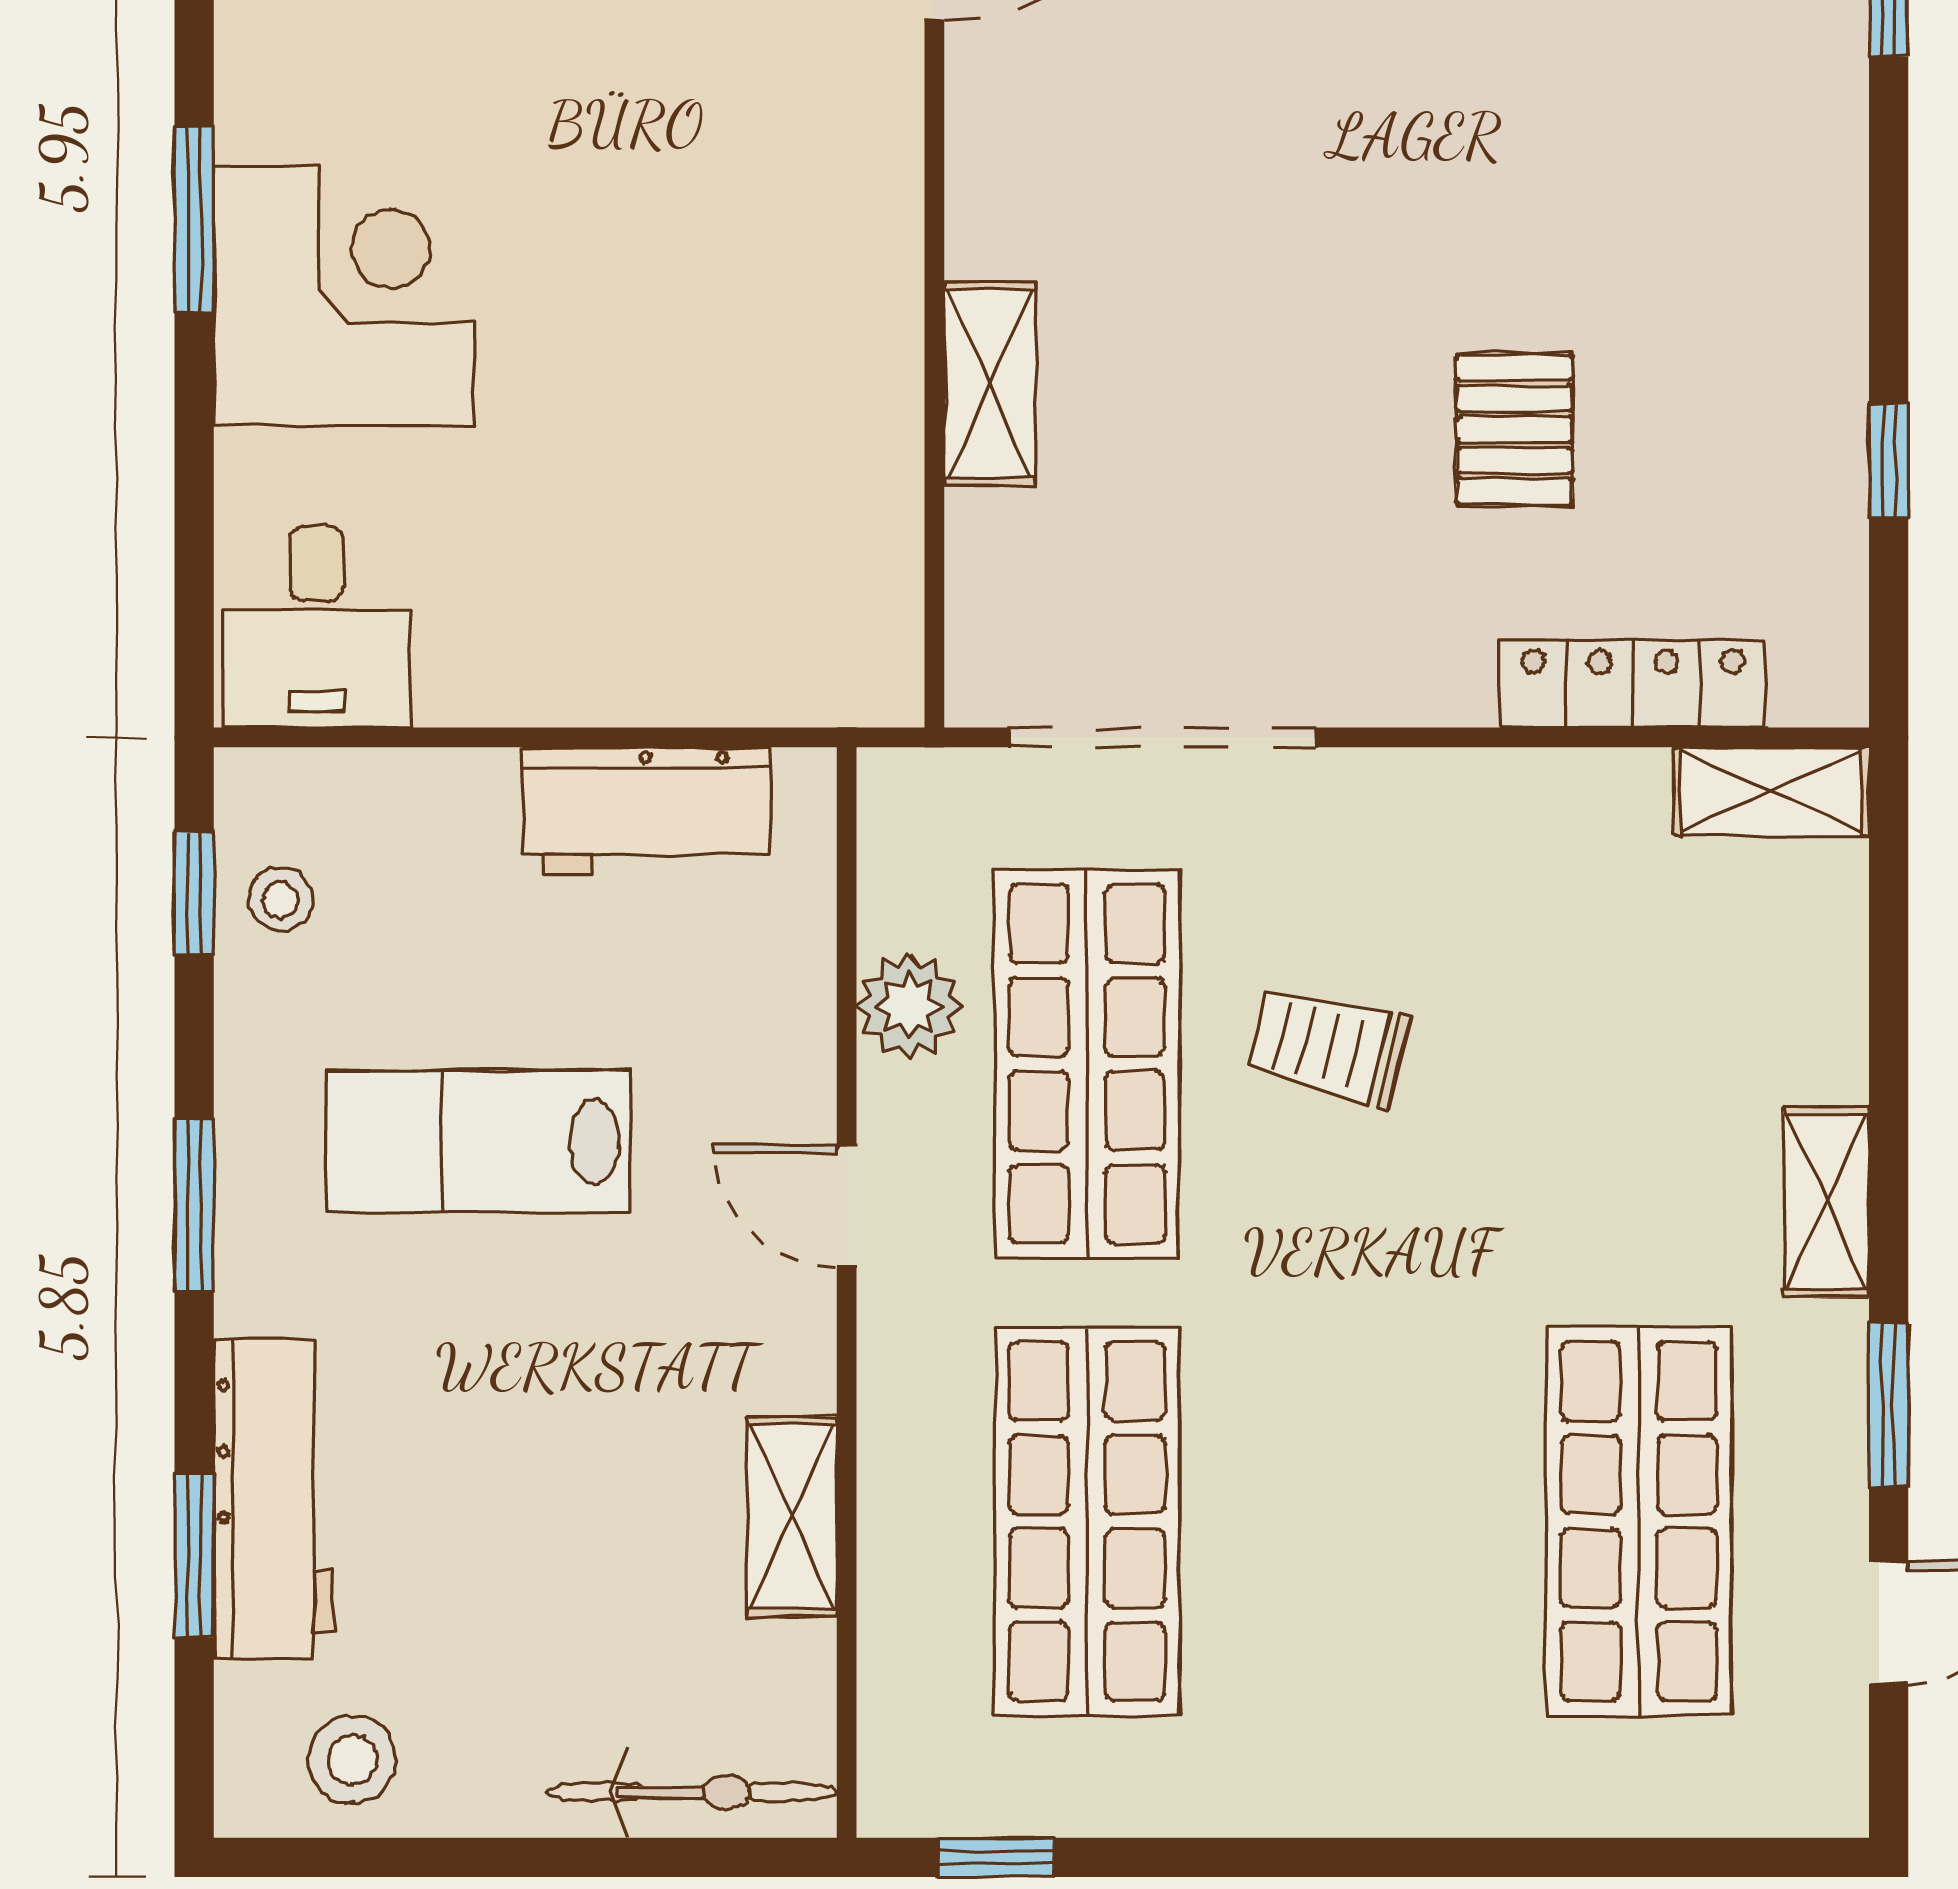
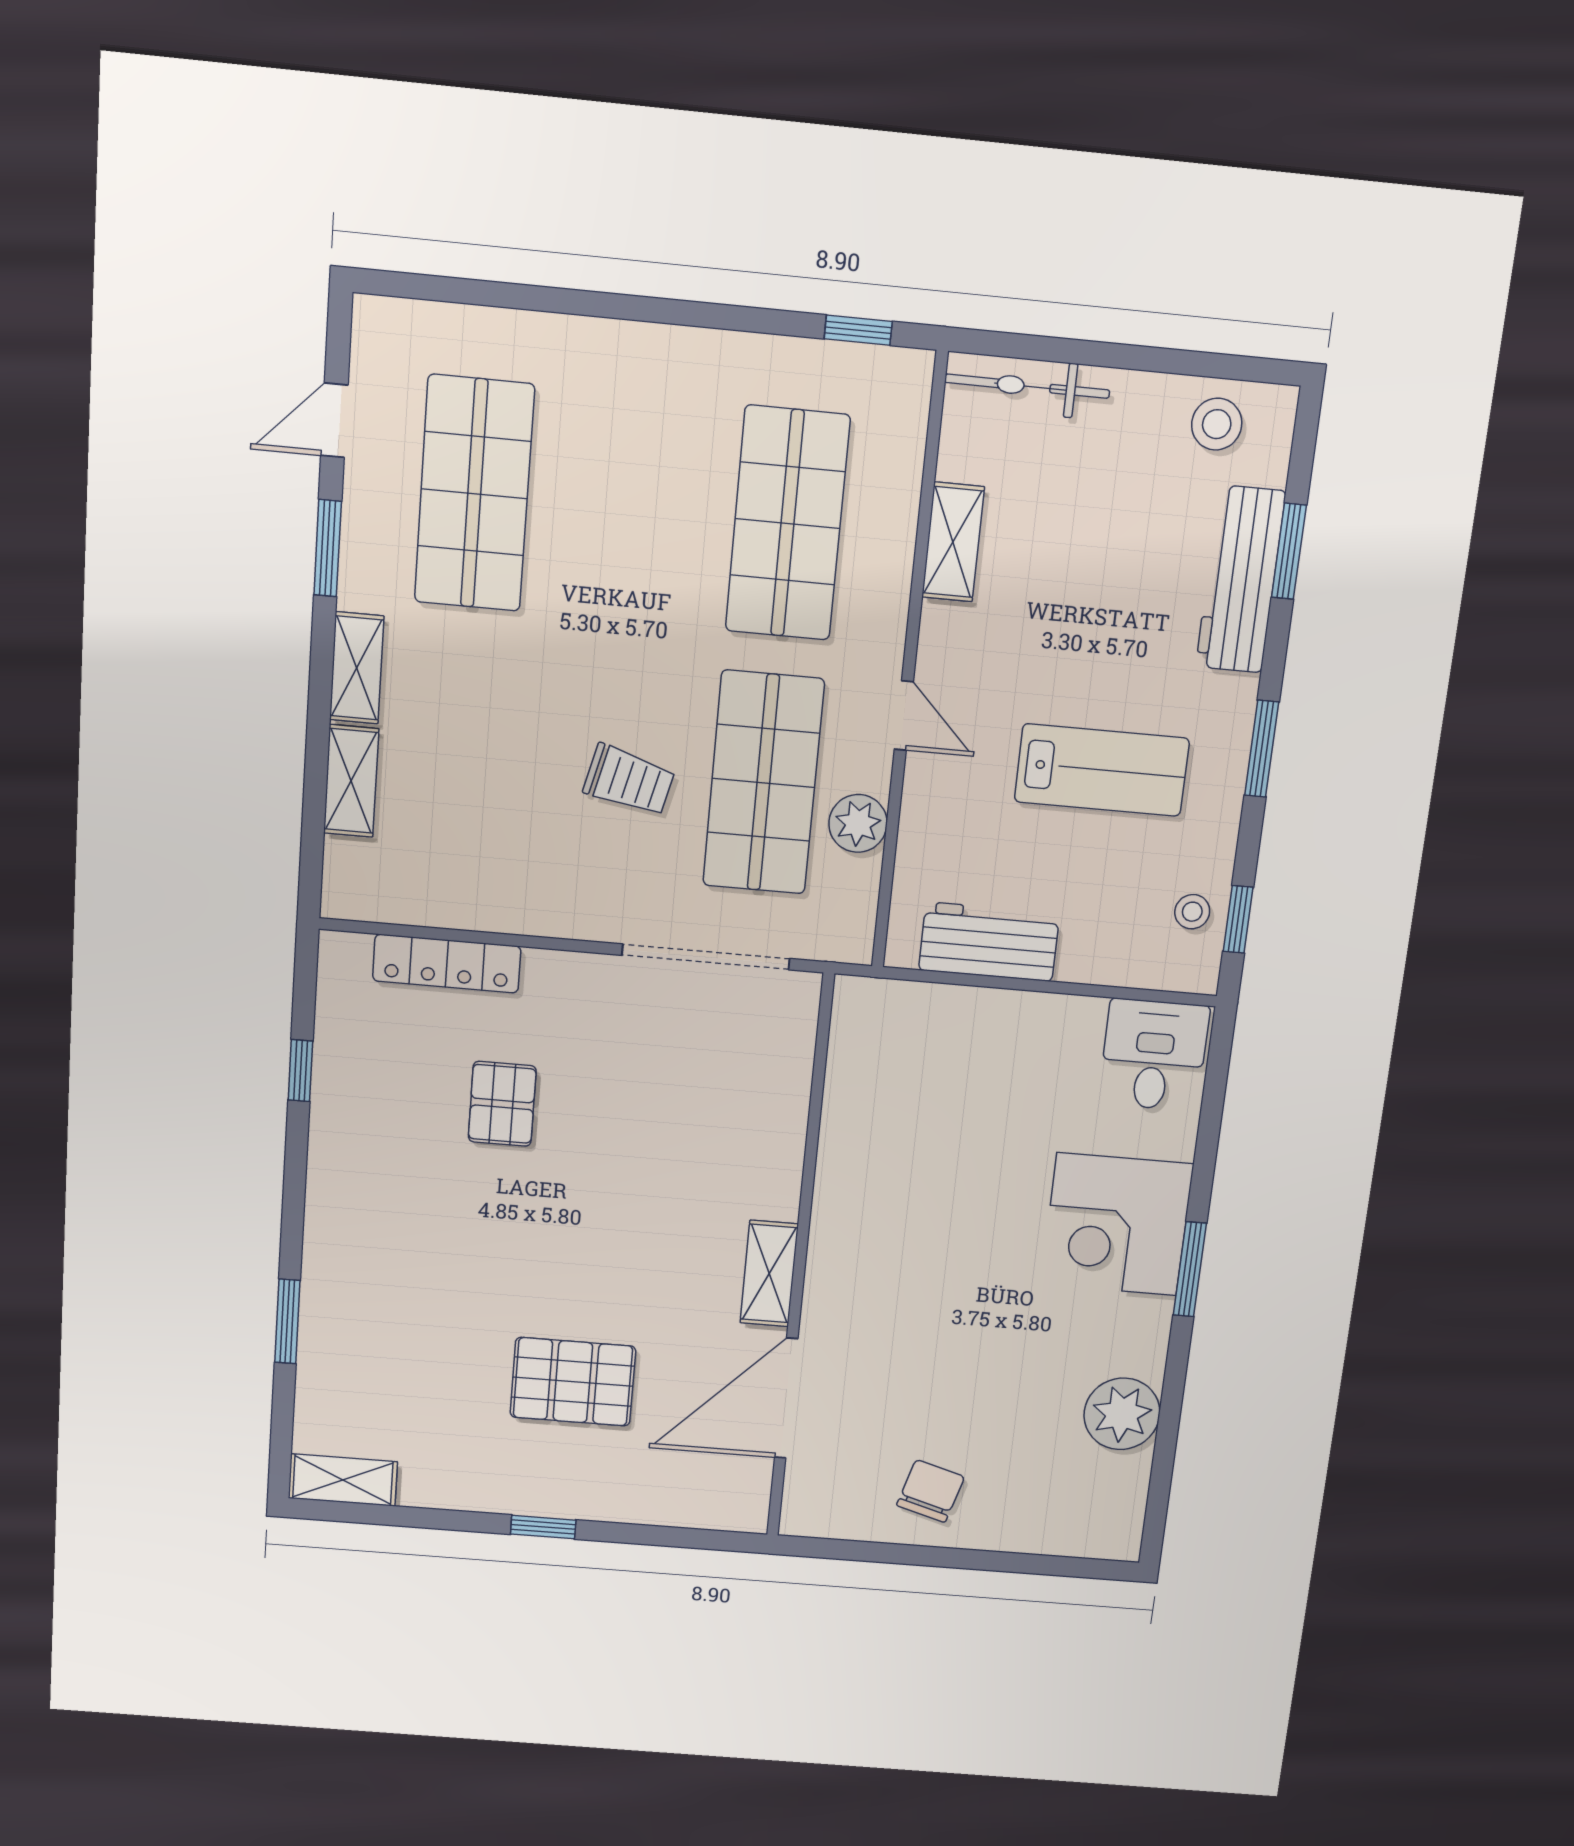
shelving: (990, 384) -> (769, 1273), moved
shelving: (1771, 791) -> (351, 781), moved, turned 90

